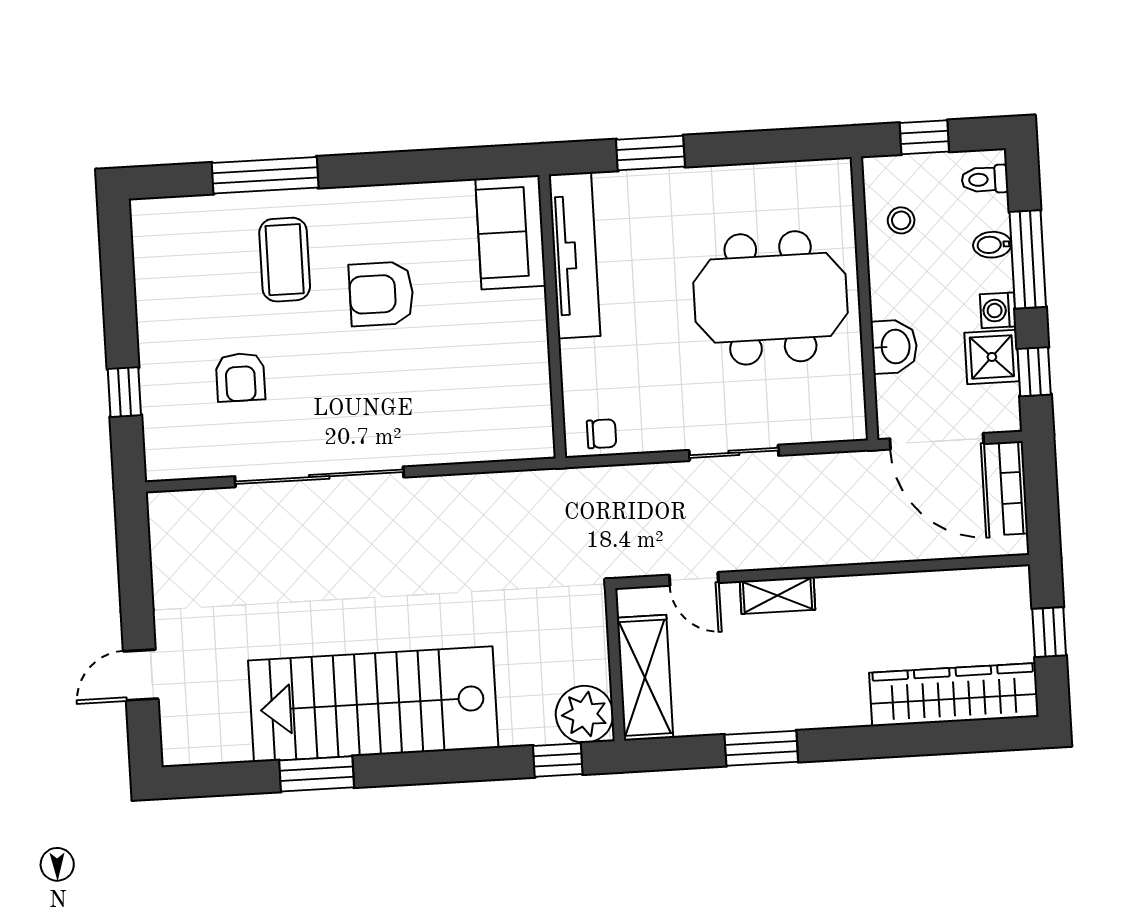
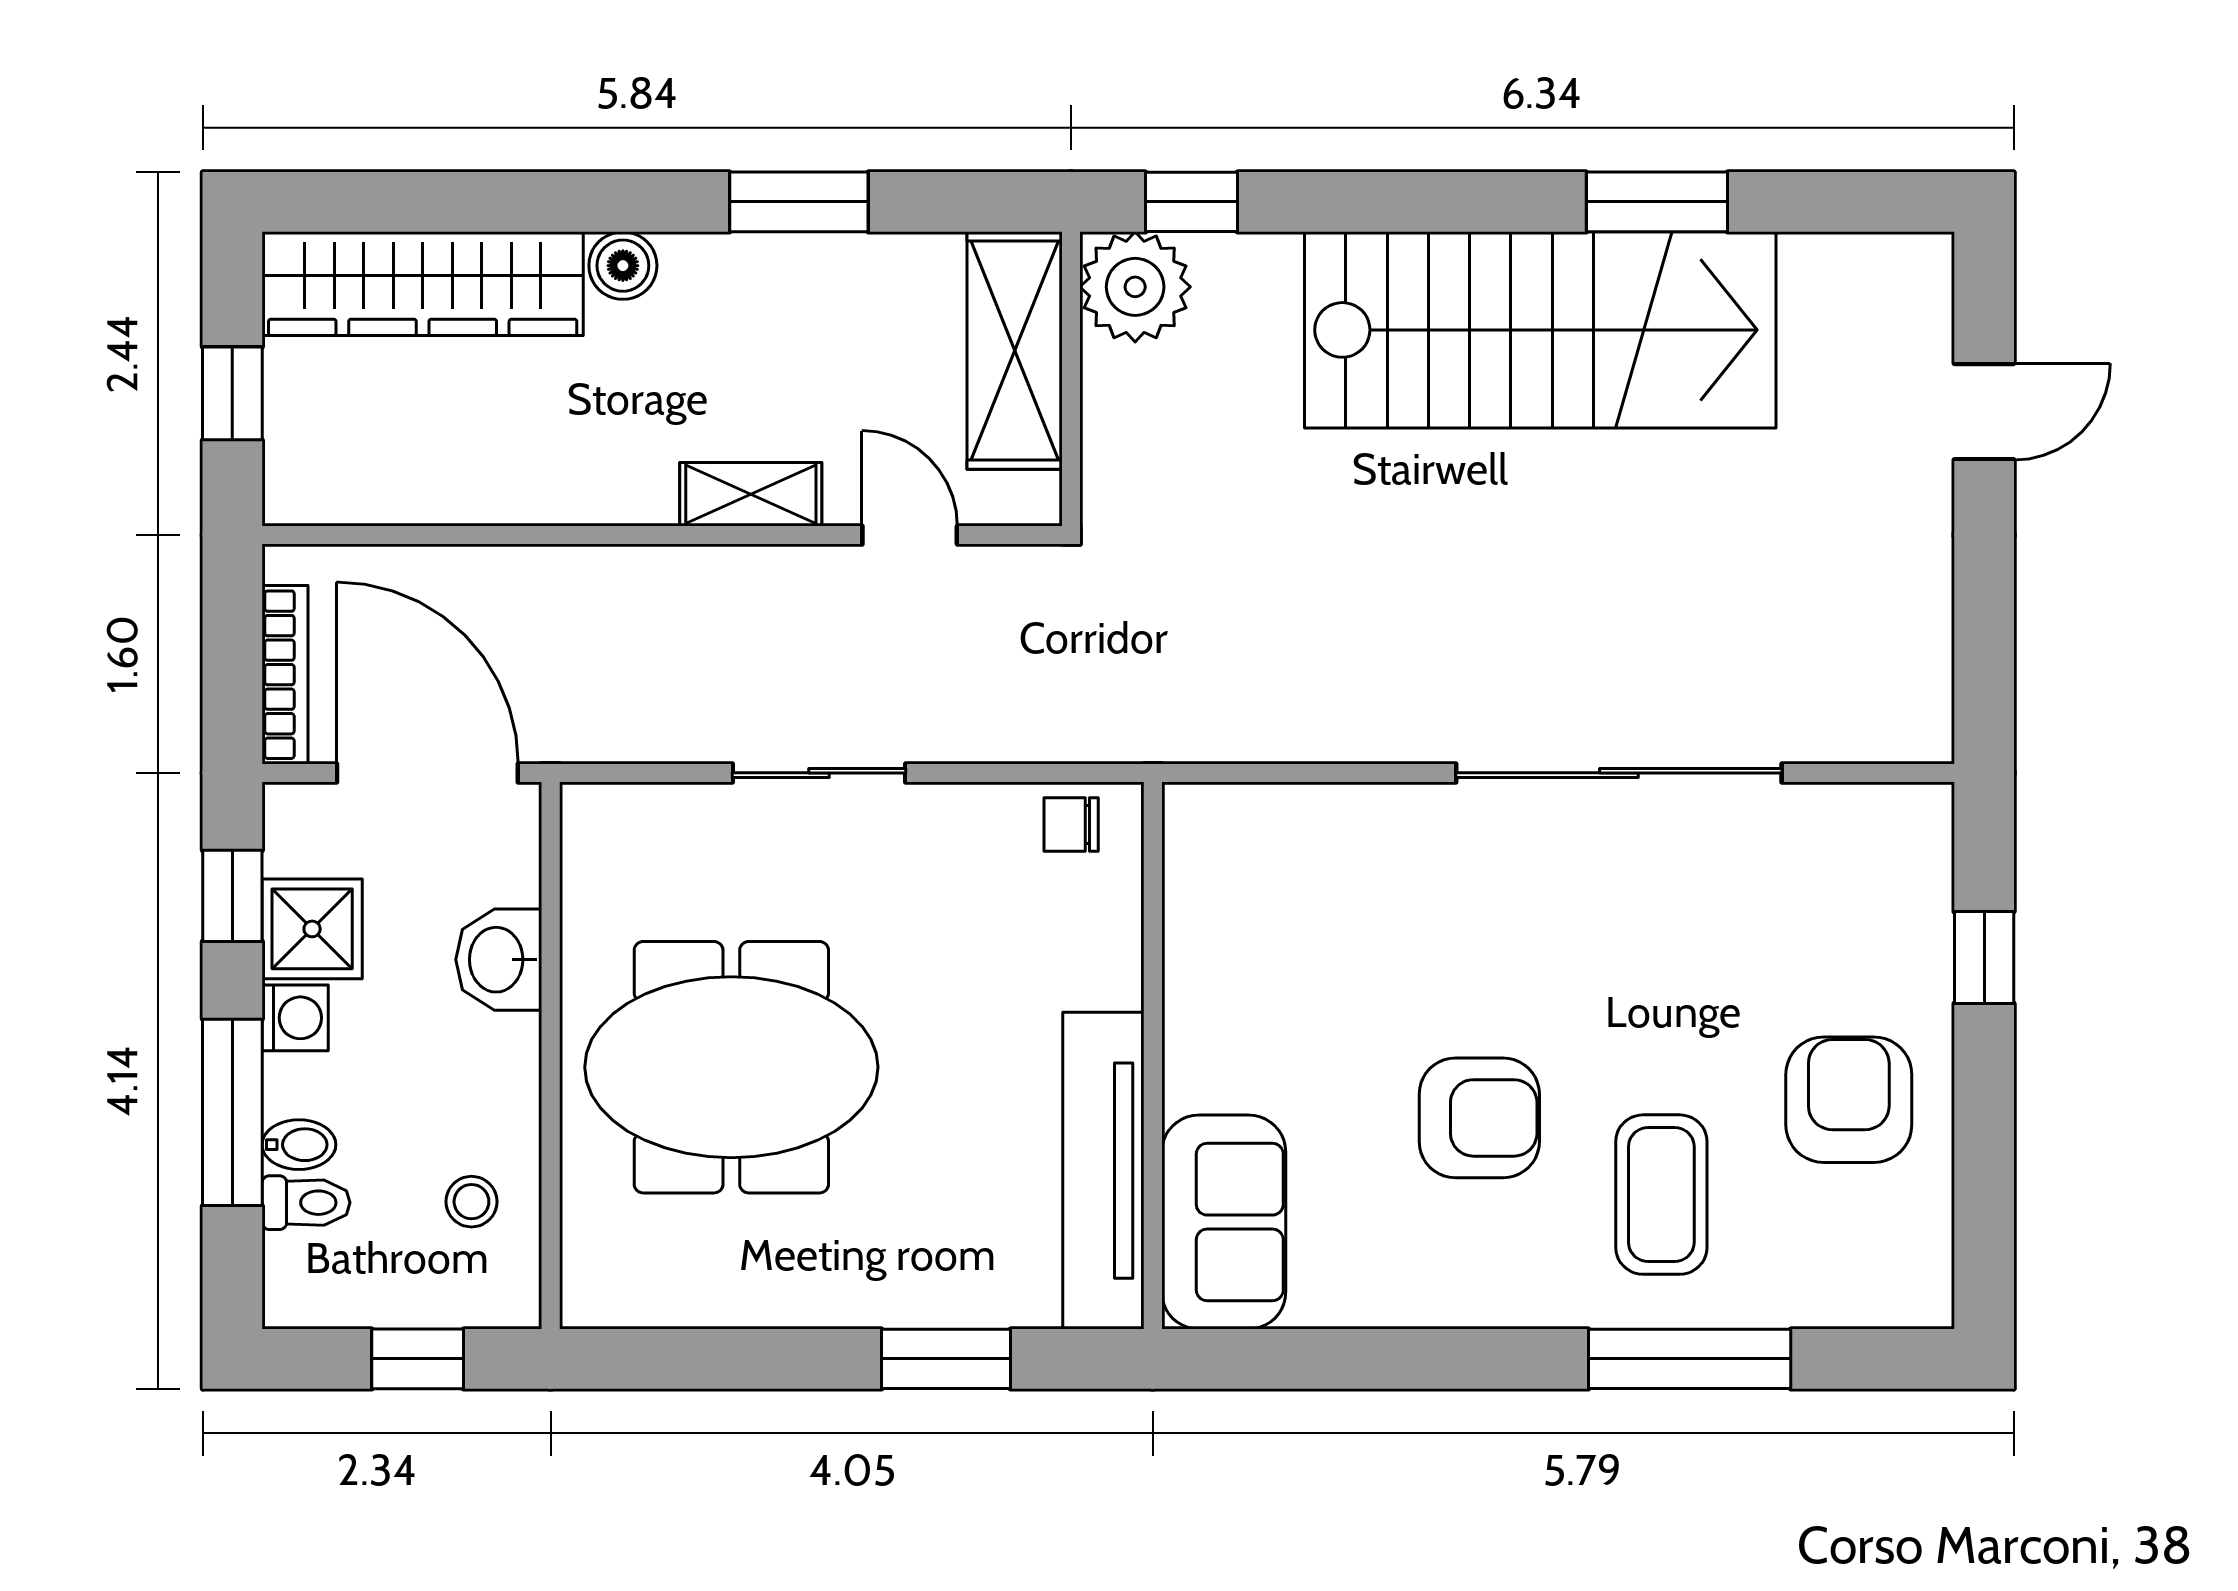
toilet: (985, 179) -> (306, 1203), moved
armchair: (240, 377) -> (1849, 1100), moved, width x1.38, depth x1.38
boiler: (851, 710) -> (623, 266), added

